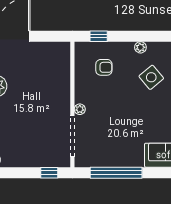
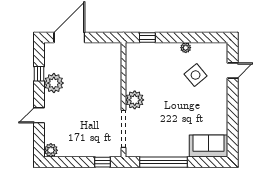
armchair: (104, 67) -> (152, 66), removed
plant: (80, 109) -> (135, 100), width x1.88, depth x1.88

